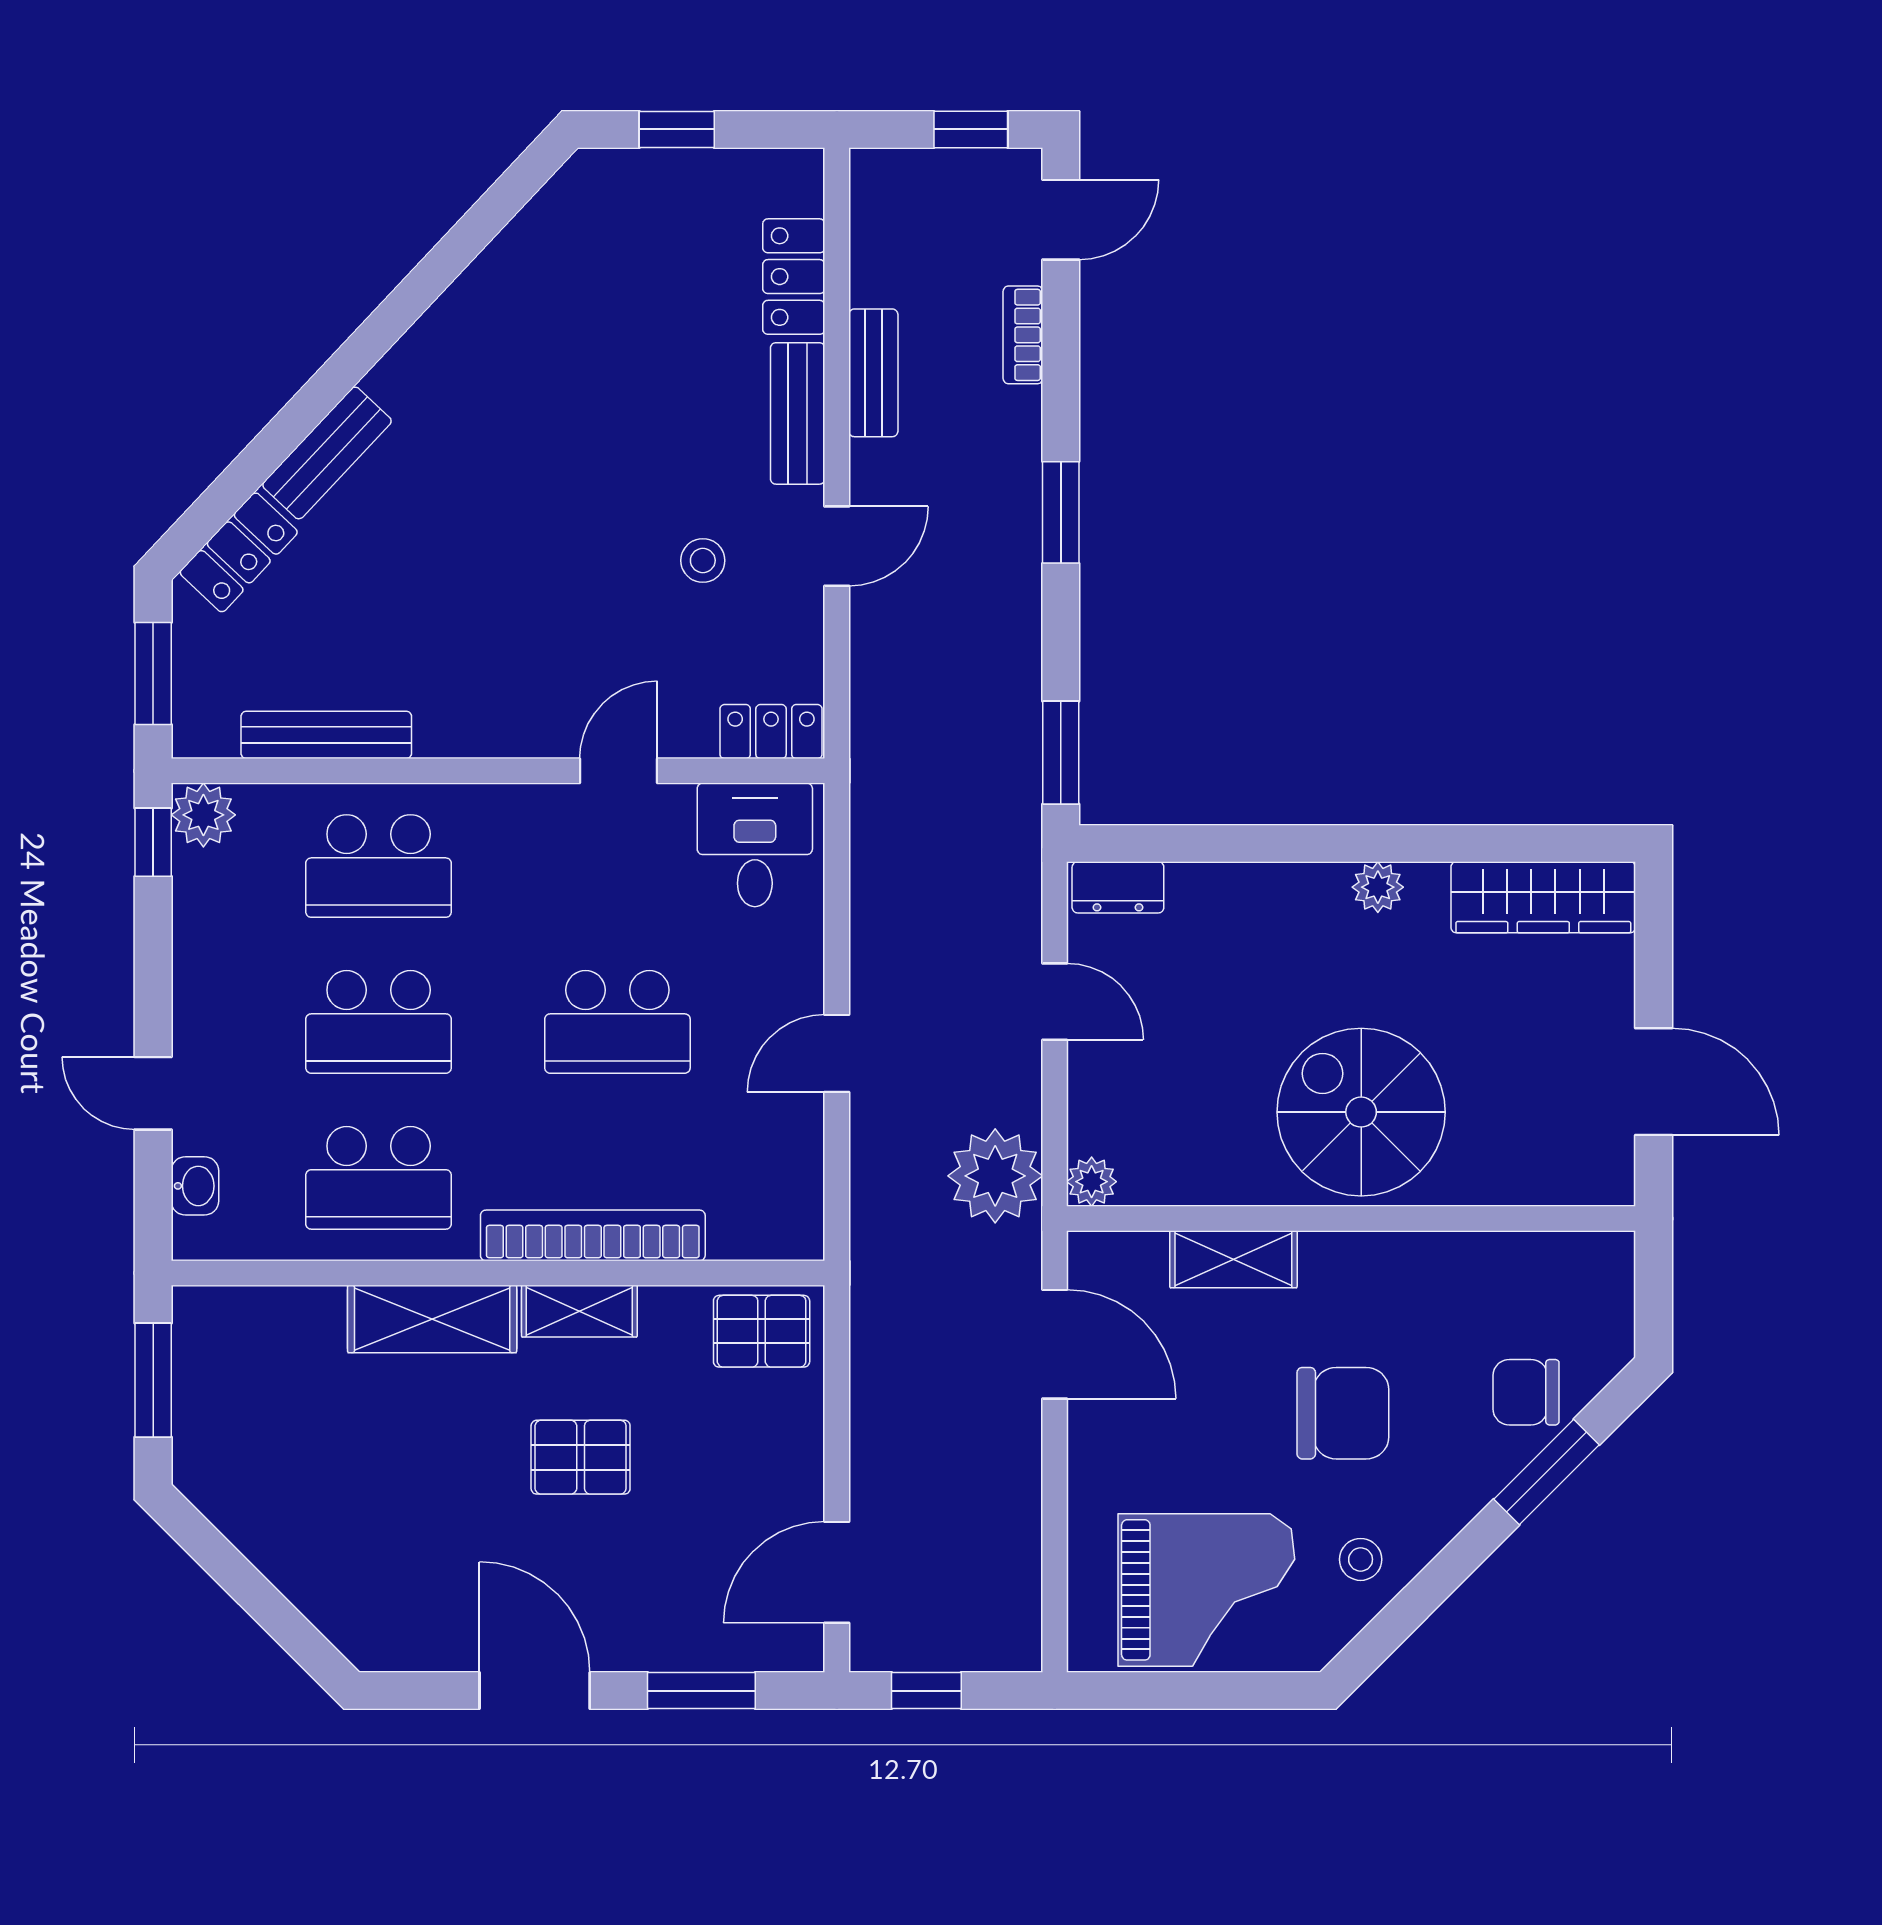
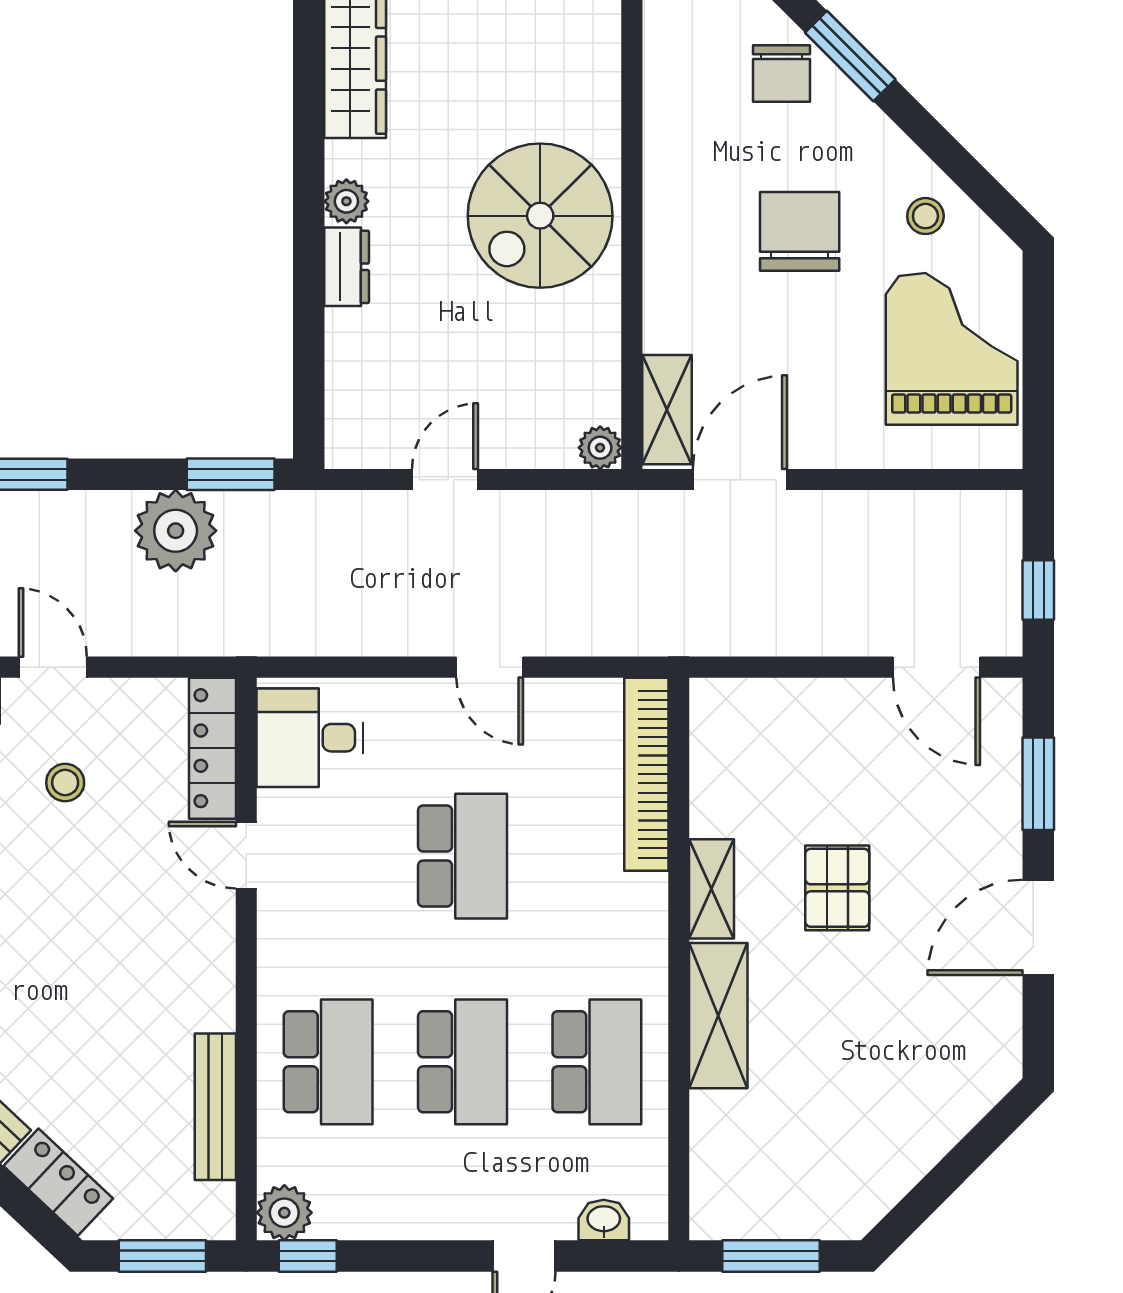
locker: (771, 732) -> (212, 748), width x1.53
dresser: (1118, 887) -> (347, 267), moved
plant: (995, 1176) -> (176, 531), moved
bookcase: (593, 1235) -> (646, 774), moved
shelving: (1233, 1259) -> (667, 410), moved
pallet: (762, 1331) -> (729, 732), removed

